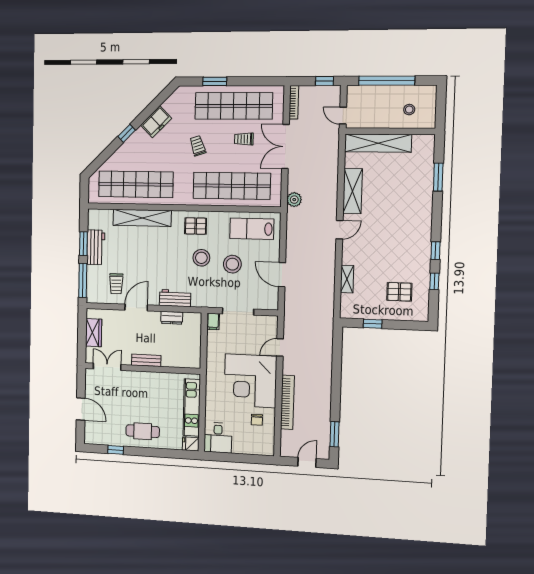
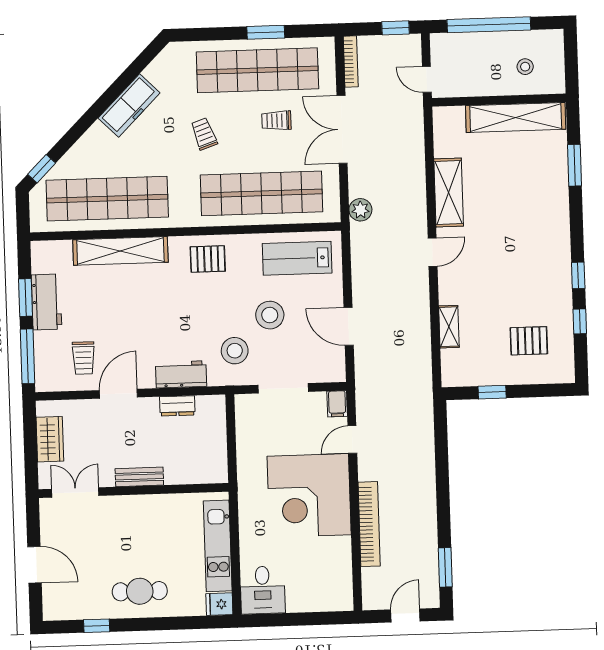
window: (215, 81) -> (266, 32), moved
freezer: (156, 122) -> (129, 105), width x1.40
window: (127, 133) -> (42, 169), moved
shelving: (378, 143) -> (516, 117), moved
stool: (201, 258) -> (235, 351), moved
filing cabinet: (213, 321) -> (337, 404), moved
chair: (257, 420) -> (323, 556), removed

